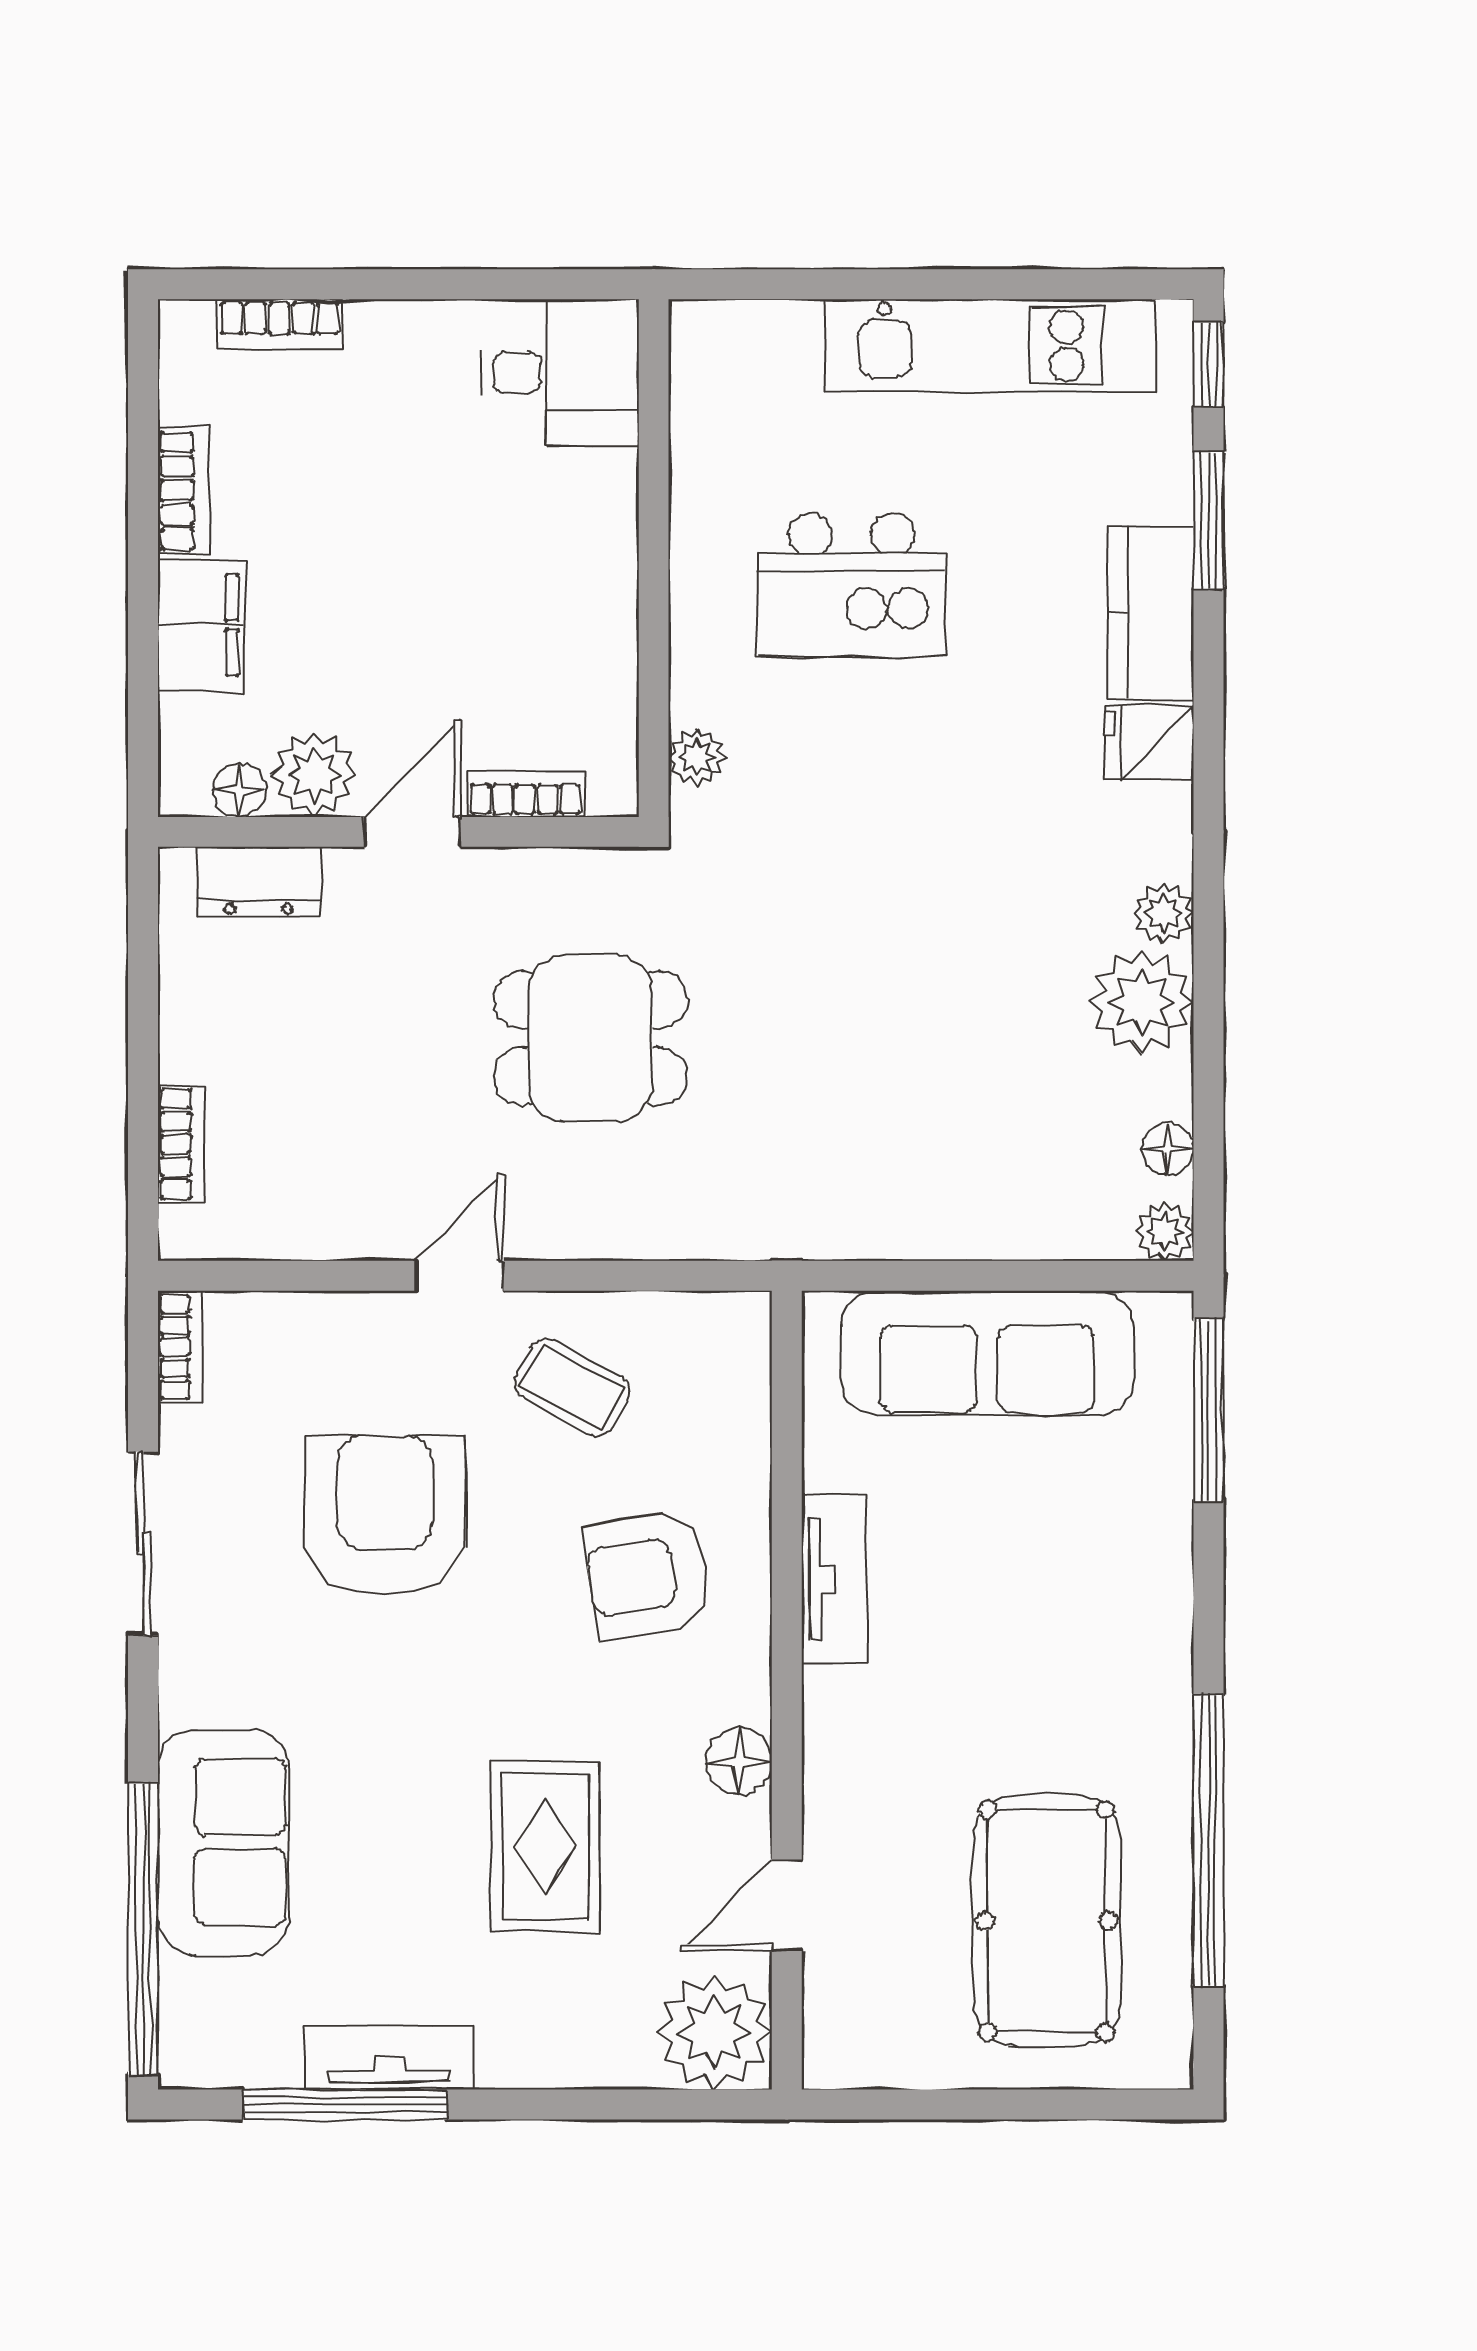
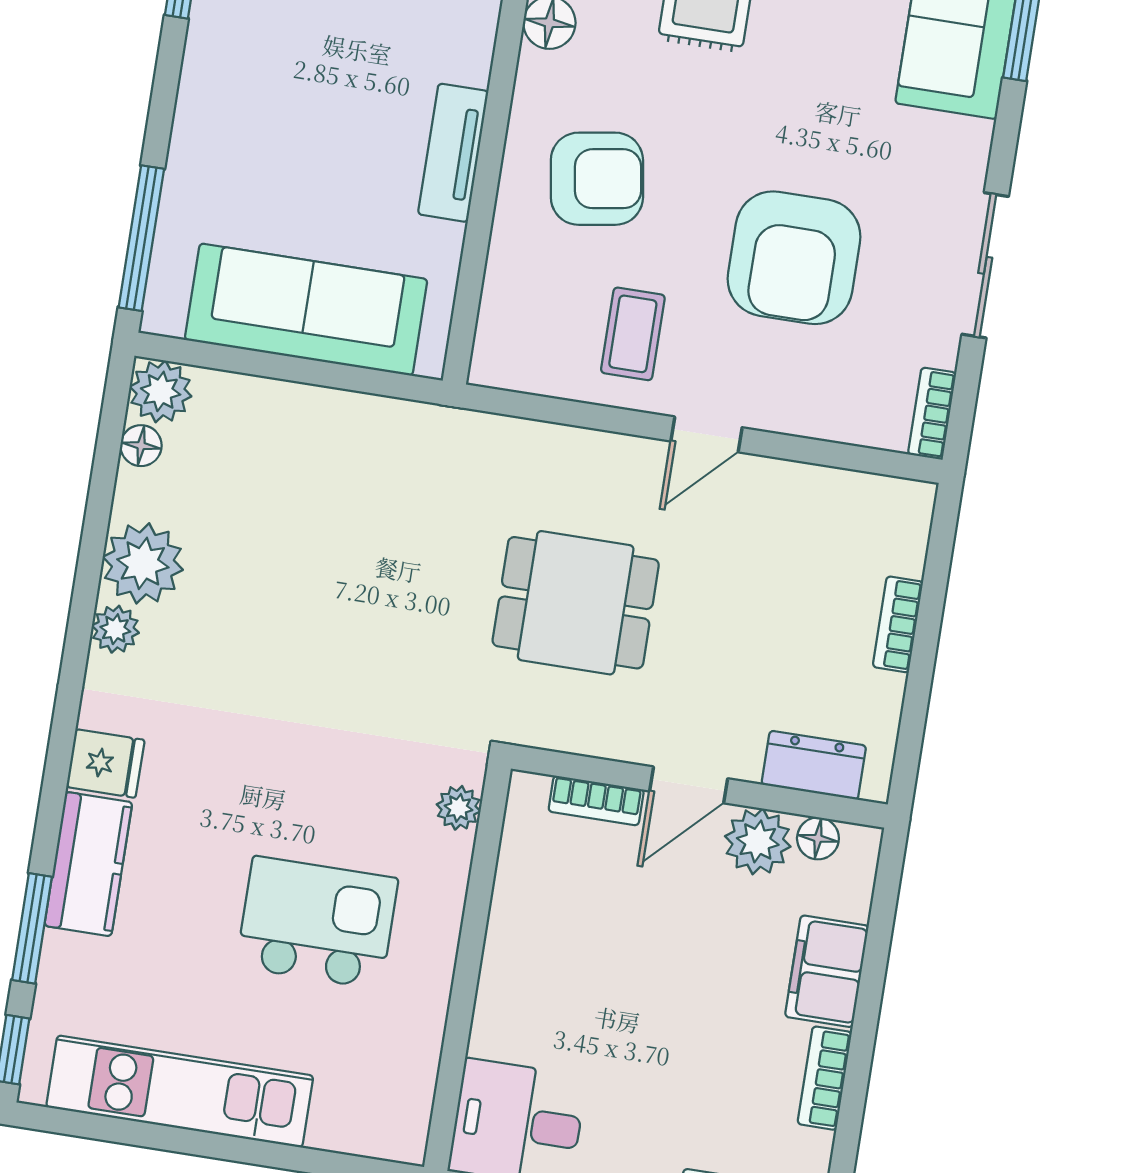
bookcase: (181, 1144) -> (898, 624), moved
plant: (1165, 1232) -> (161, 391), width x1.38, depth x1.38
coffee table: (572, 1387) -> (633, 334), turned 61

